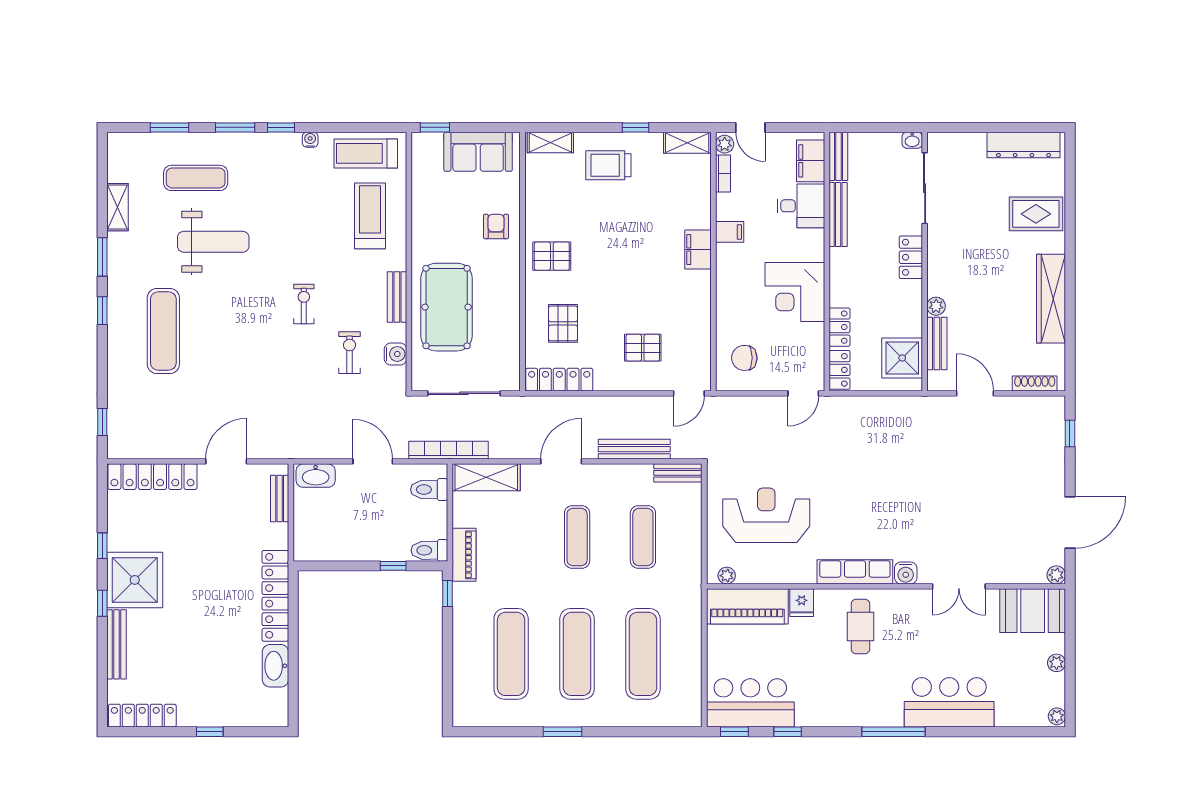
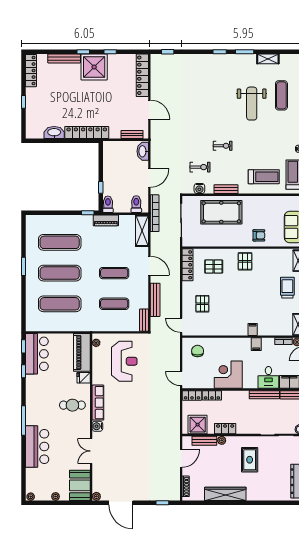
rug: (1036, 214) -> (250, 460), moved
filing cabinet: (698, 250) -> (253, 329), width x0.50
locker: (911, 257) -> (225, 429), moved
exercise mat: (163, 331) -> (210, 80), removed

